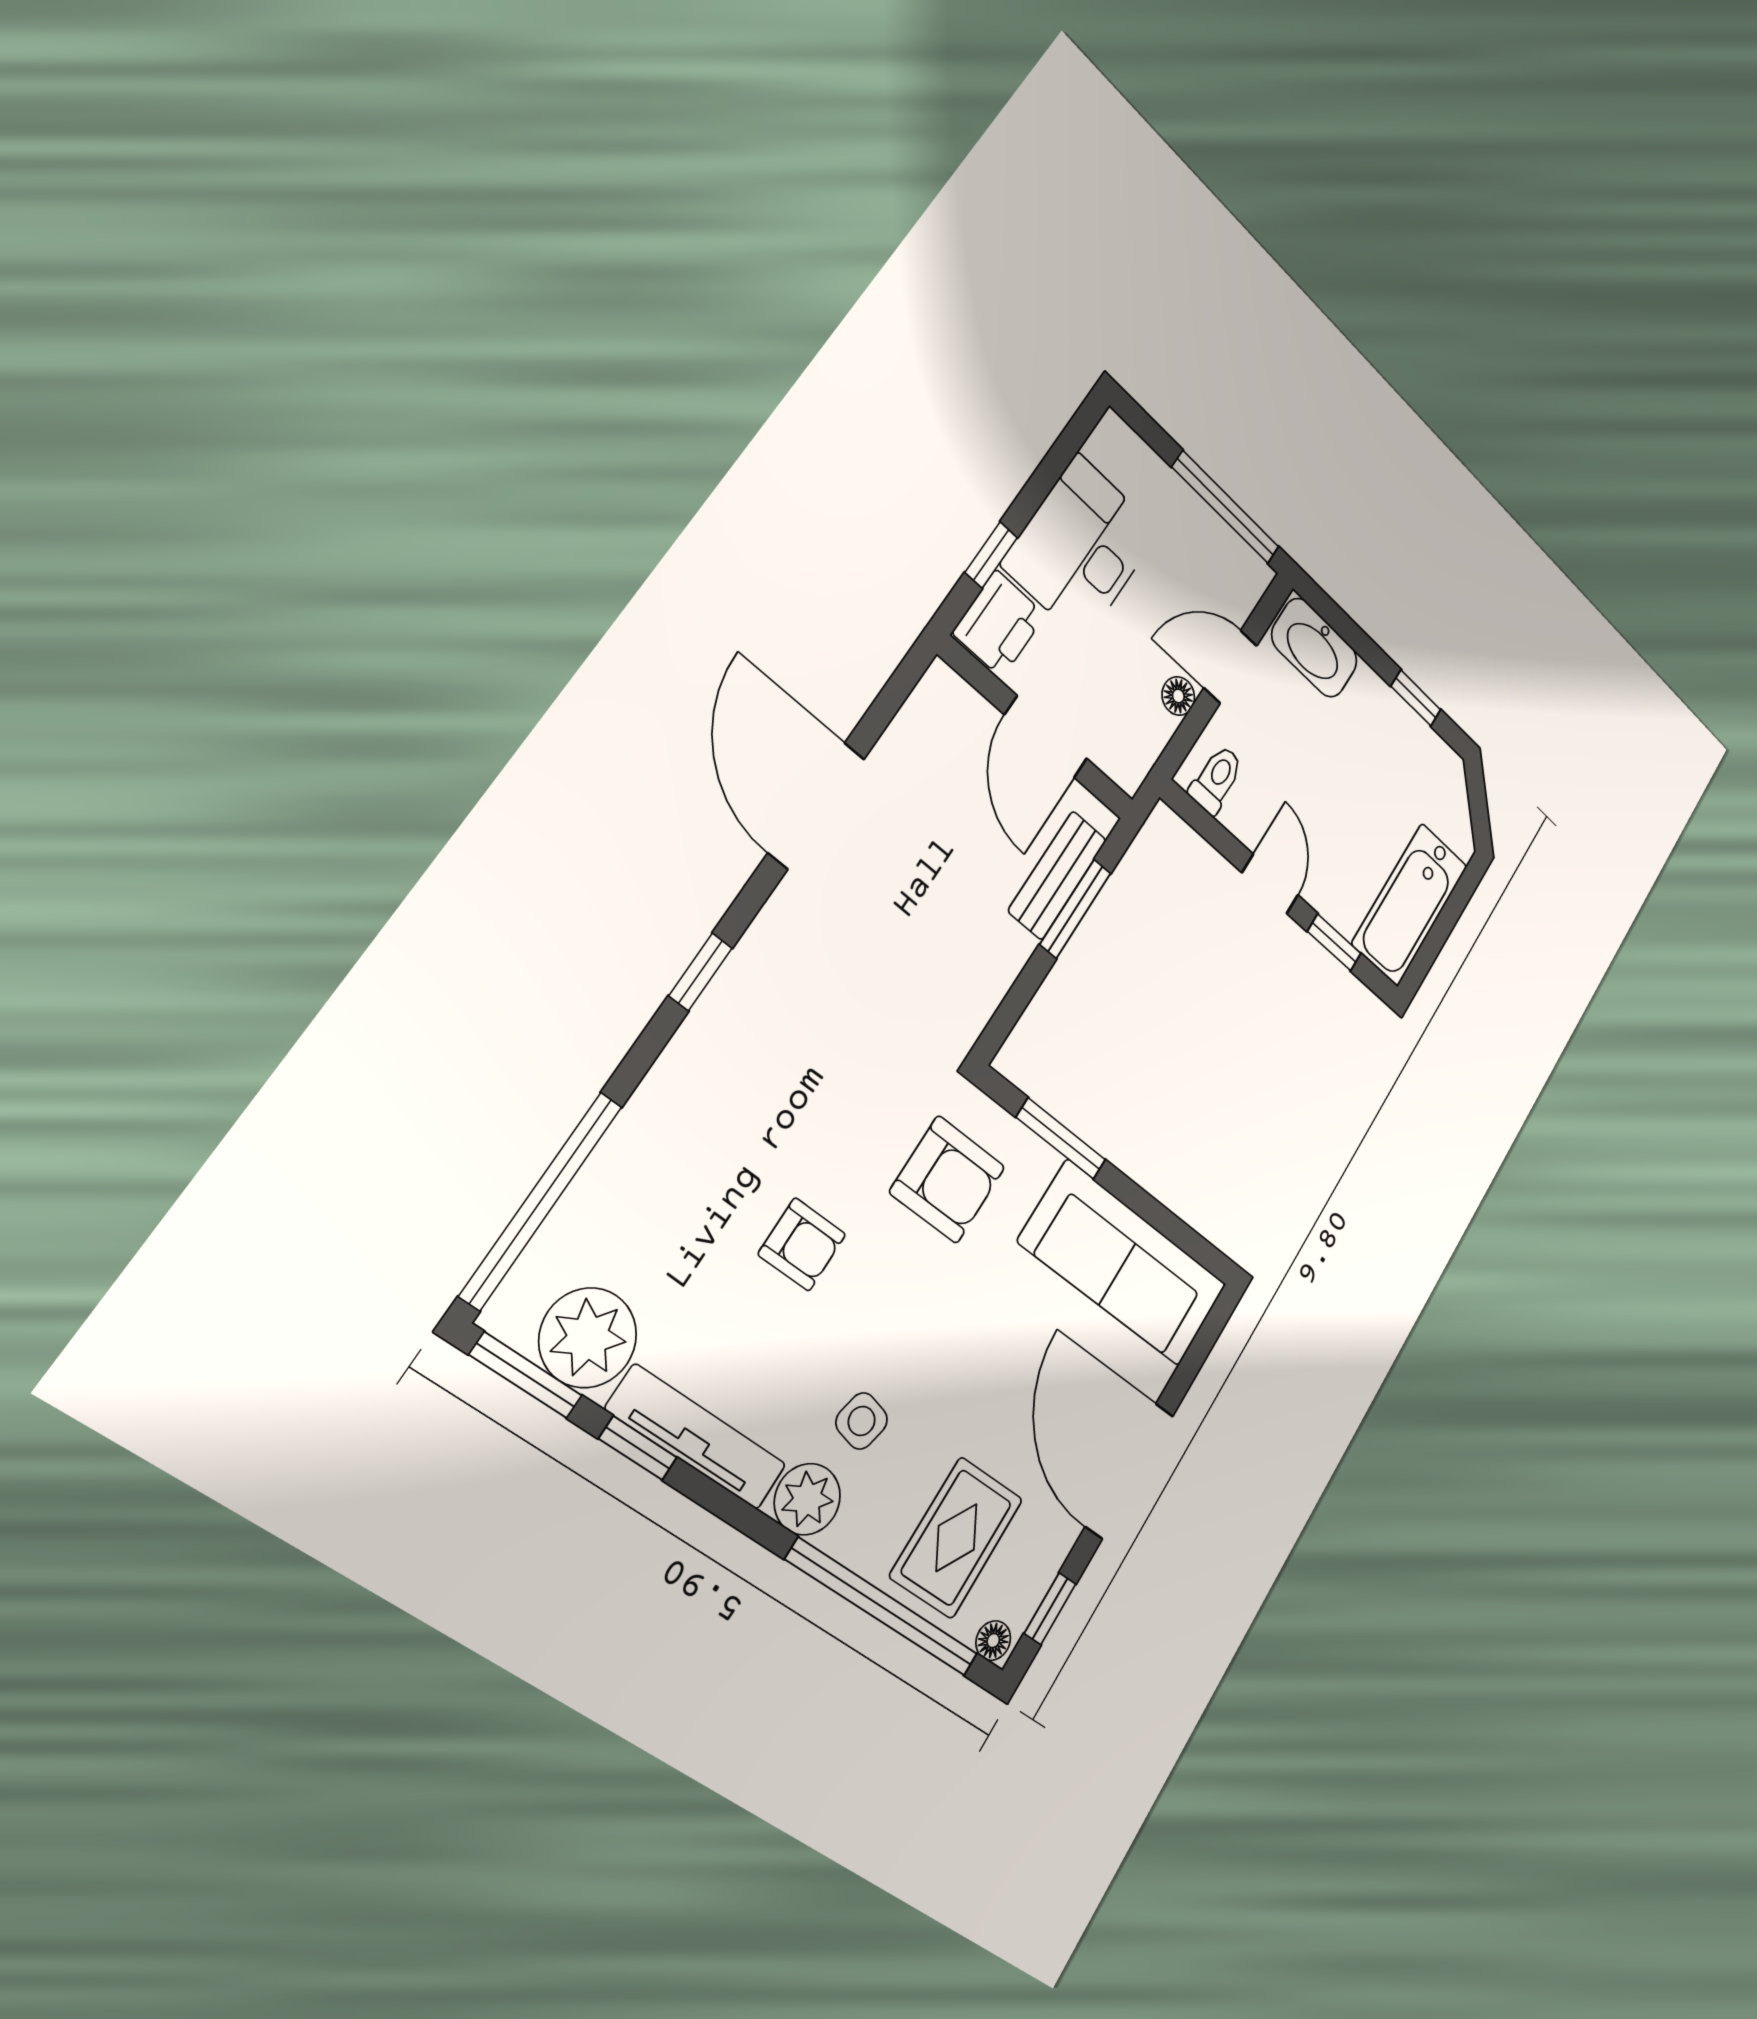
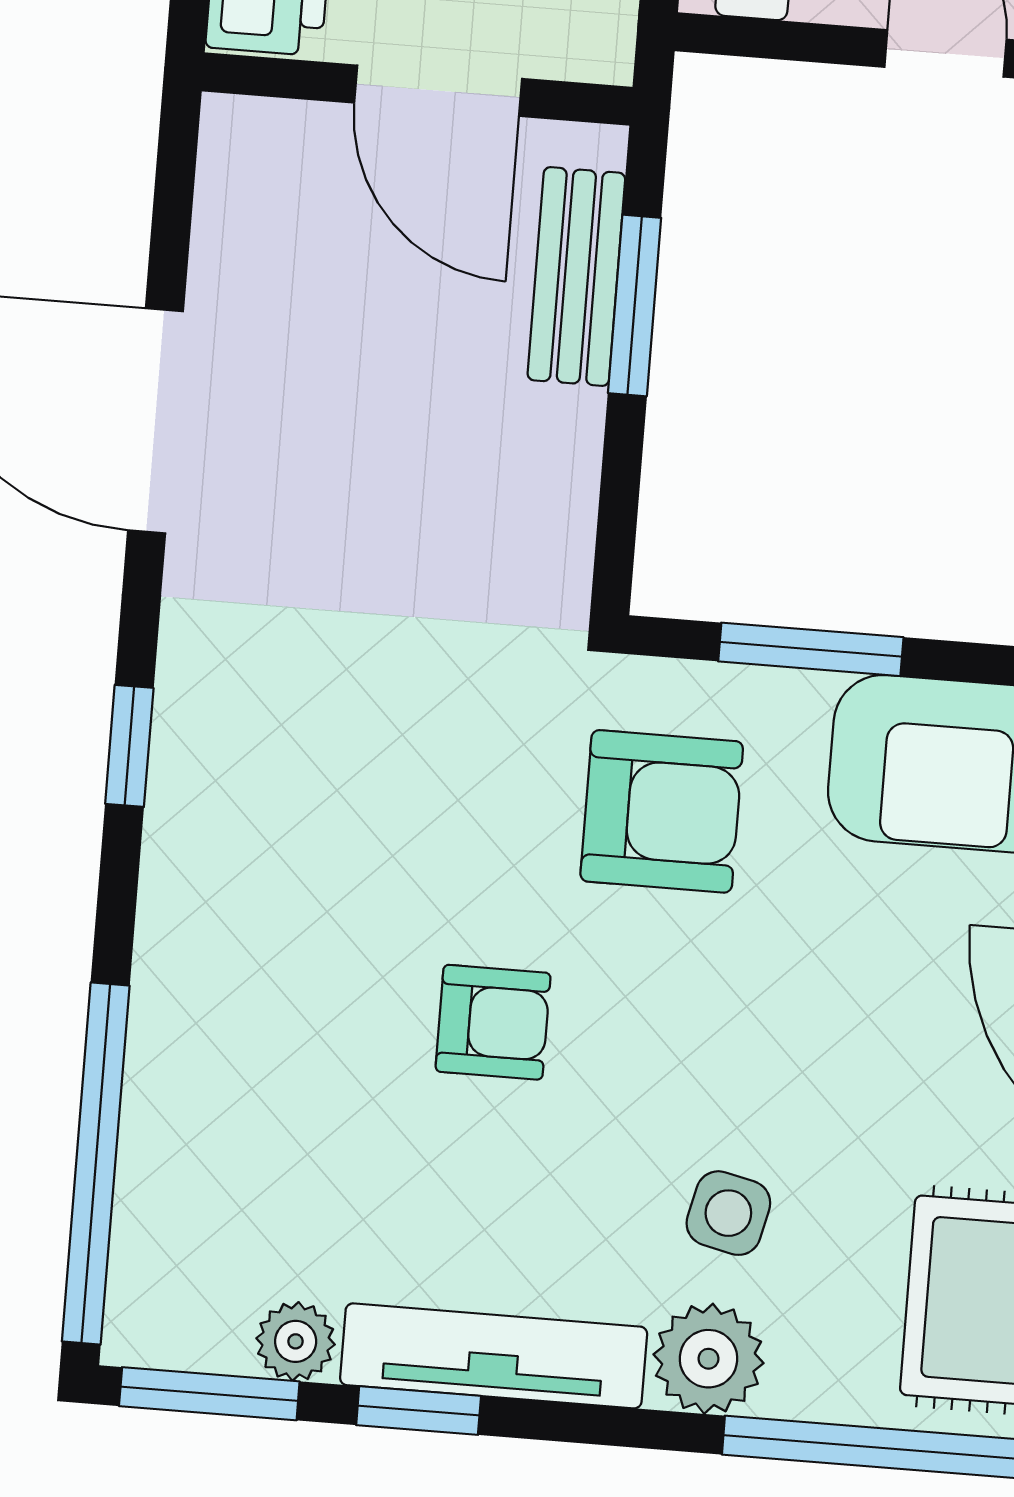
plant: (588, 1338) -> (296, 1341), width x0.53, depth x0.53

